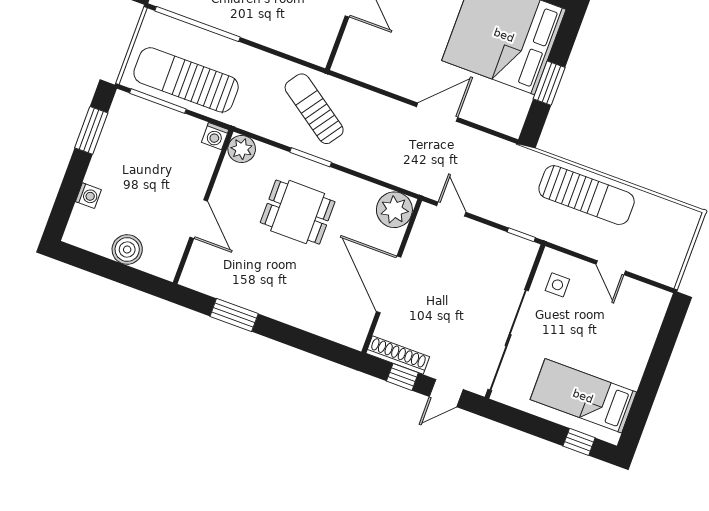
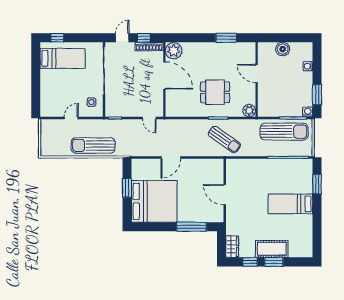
washing machine: (215, 136) -> (308, 112), moved
plant: (394, 210) -> (174, 51), moved
door: (611, 268) -> (71, 118), hinge flipped

